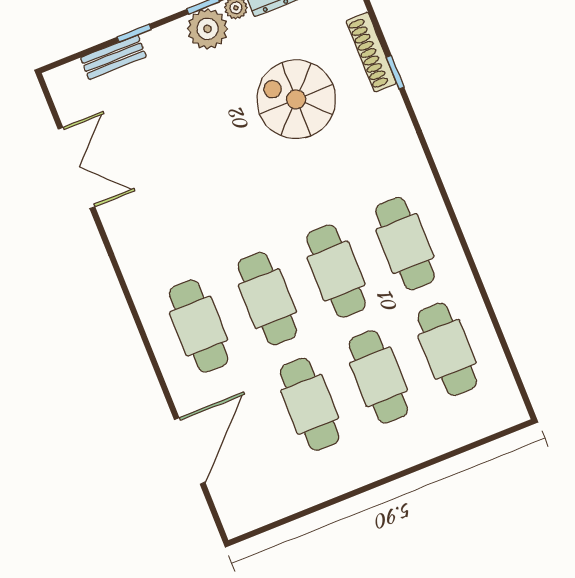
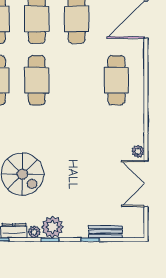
plant: (112, 218) -> (138, 151), added
cafe table: (267, 299) -> (77, 80), removed

